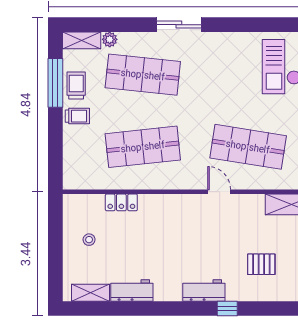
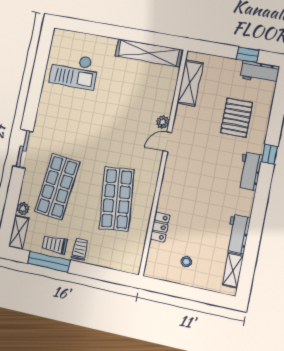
shop shelf: (248, 147) -> (134, 110), removed
plant: (241, 182) -> (163, 122), added
pallet: (261, 264) -> (236, 118), width x1.50, depth x1.42

